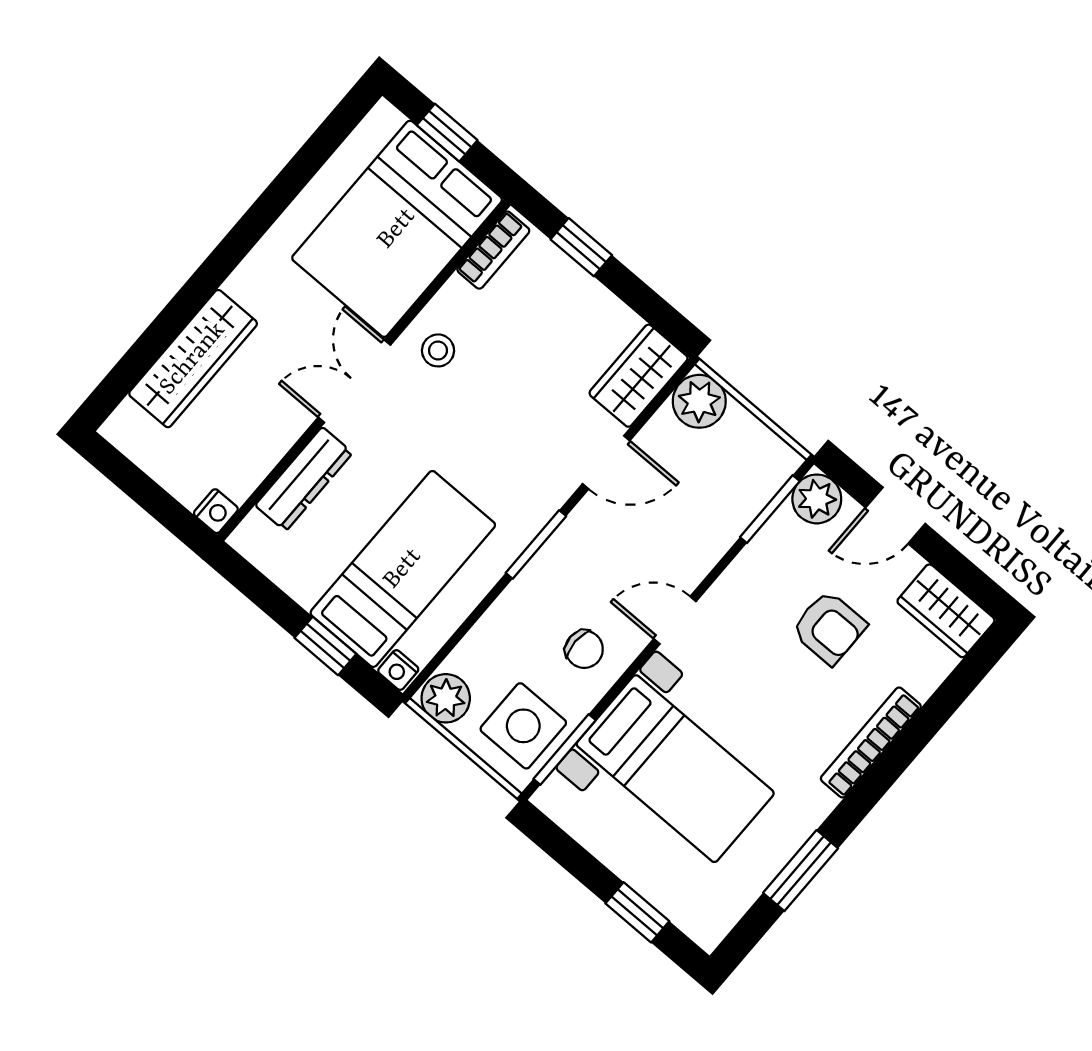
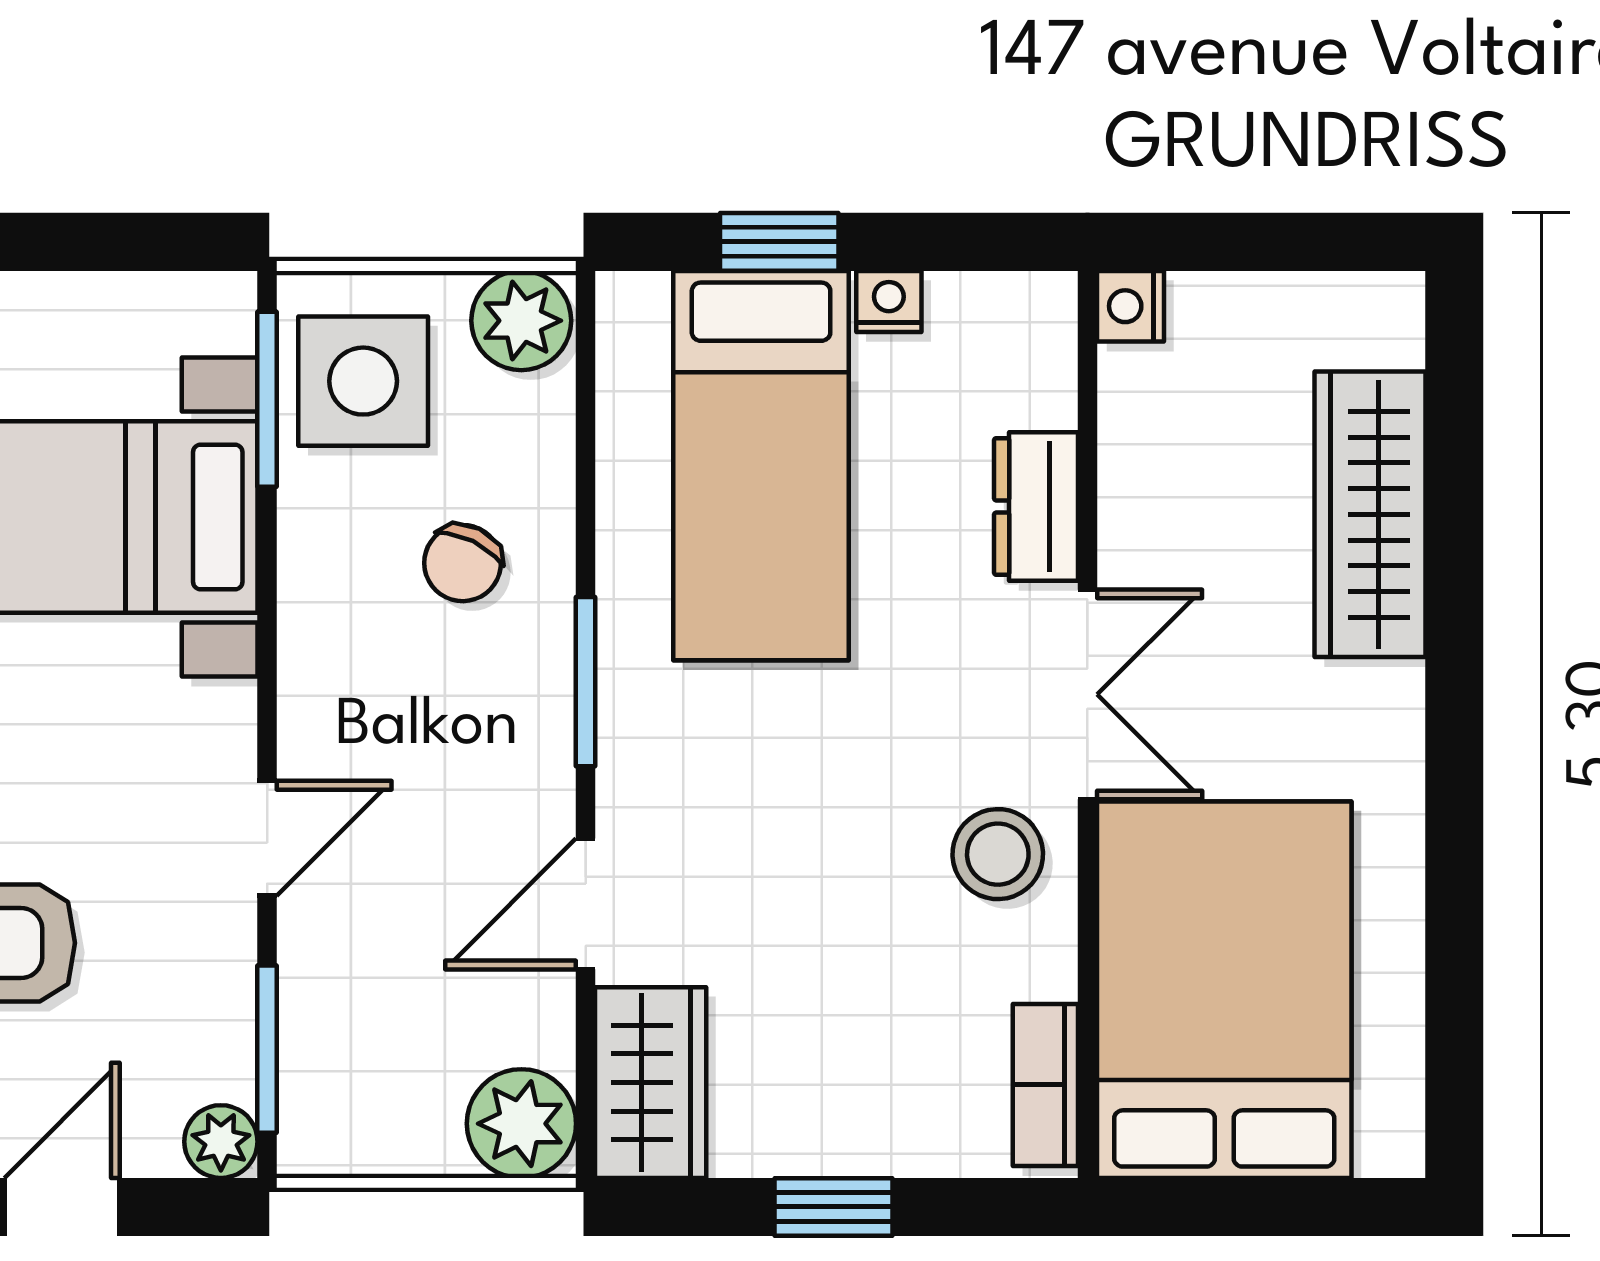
window: (447, 133) -> (1275, 1207), removed
window: (581, 247) -> (833, 1207), moved
stool: (438, 350) -> (998, 854), width x1.37, depth x1.37
dresser: (304, 479) -> (1036, 506), width x0.70
plant: (817, 499) -> (221, 1142), width x0.73, depth x0.73
door: (675, 620) -> (267, 838), moved
chair: (584, 649) -> (463, 563), moved, turned -64
nightstand: (398, 670) -> (889, 301), moved

